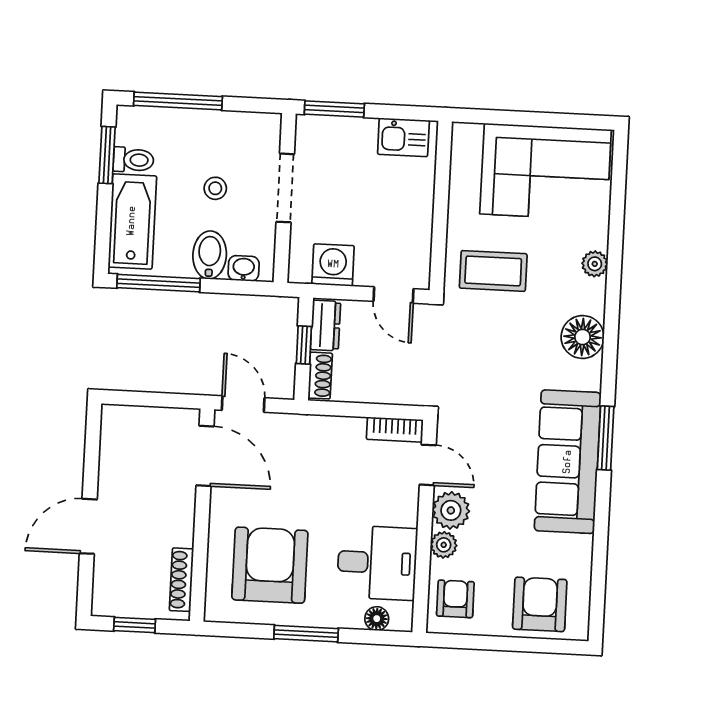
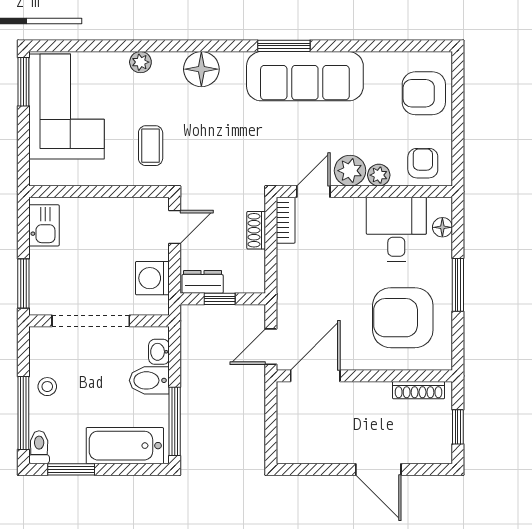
window: (578, 121) -> (23, 82), added
toilet: (133, 160) -> (39, 447), moved
stool: (215, 188) -> (47, 387), moved
doorway: (285, 188) -> (91, 321), width x1.36
coffee table: (493, 271) -> (151, 146), width x0.73, depth x0.77
shoe rack: (320, 376) -> (256, 230), moved, turned -90
armchair: (455, 599) -> (423, 163), turned 90

